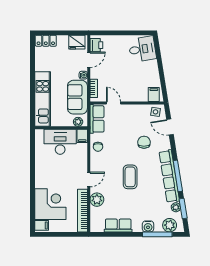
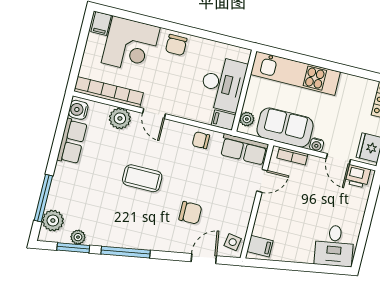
chair: (43, 176) -> (176, 45), added
row of seats: (169, 176) -> (128, 239), removed
water cooler: (148, 226) -> (78, 110), moved

